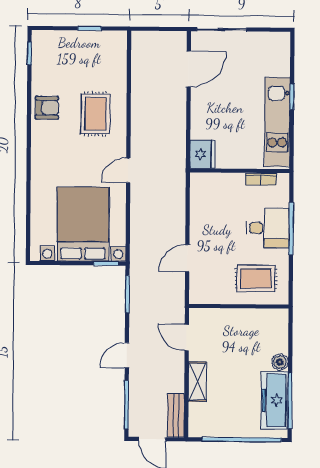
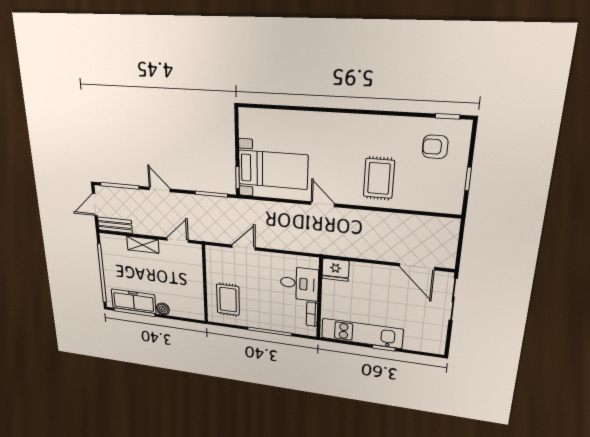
armchair: (47, 108) -> (435, 147), moved, turned 90
rug: (96, 114) -> (379, 178), turned 90
bed with nightstands: (83, 224) -> (273, 170), width x0.73
desk: (268, 228) -> (299, 284), moved, turned -90
door: (187, 258) -> (244, 247), hinge flipped

